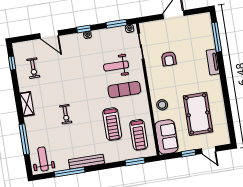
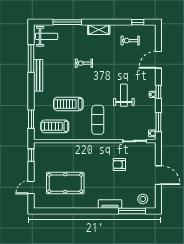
weight bench: (116, 66) -> (124, 95), moved
stool: (162, 105) -> (143, 199), moved
sofa: (166, 137) -> (49, 151), removed
window: (189, 153) -> (31, 155), moved

